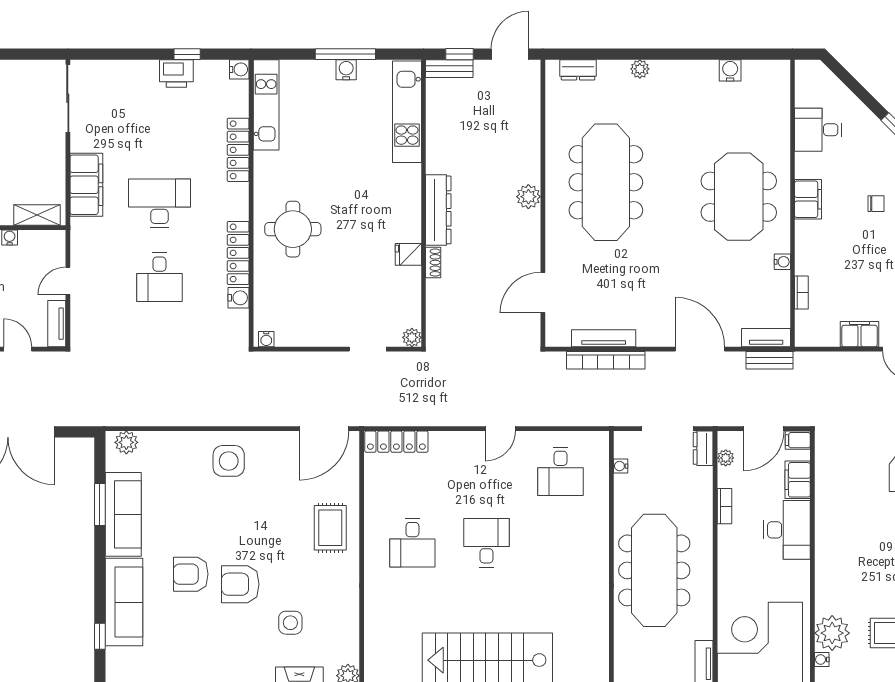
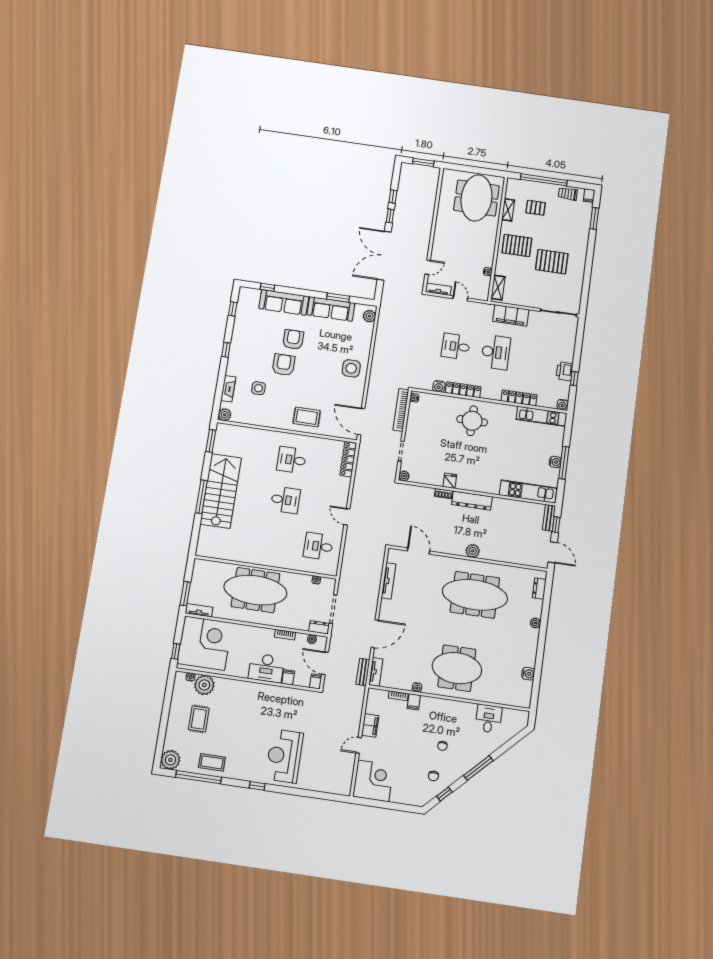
filing cabinet: (808, 199) -> (414, 702), moved, width x0.50
bookcase: (606, 360) -> (401, 410), moved
filing cabinet: (798, 480) -> (288, 677), width x0.50

